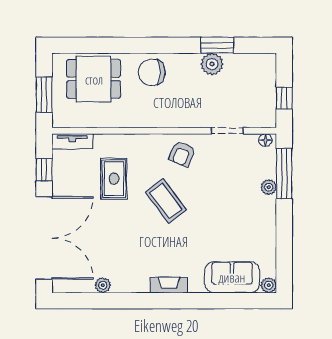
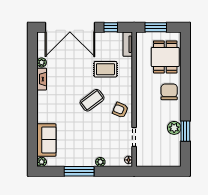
window: (284, 98) -> (154, 171), removed
window: (284, 174) -> (79, 171), moved
fireplace: (169, 285) -> (42, 79), moved

